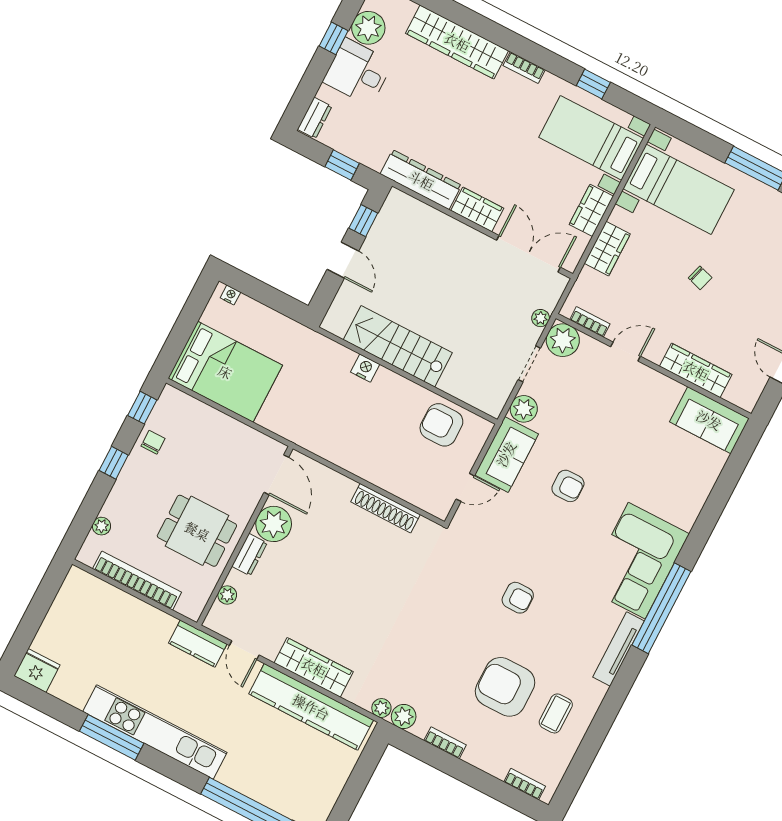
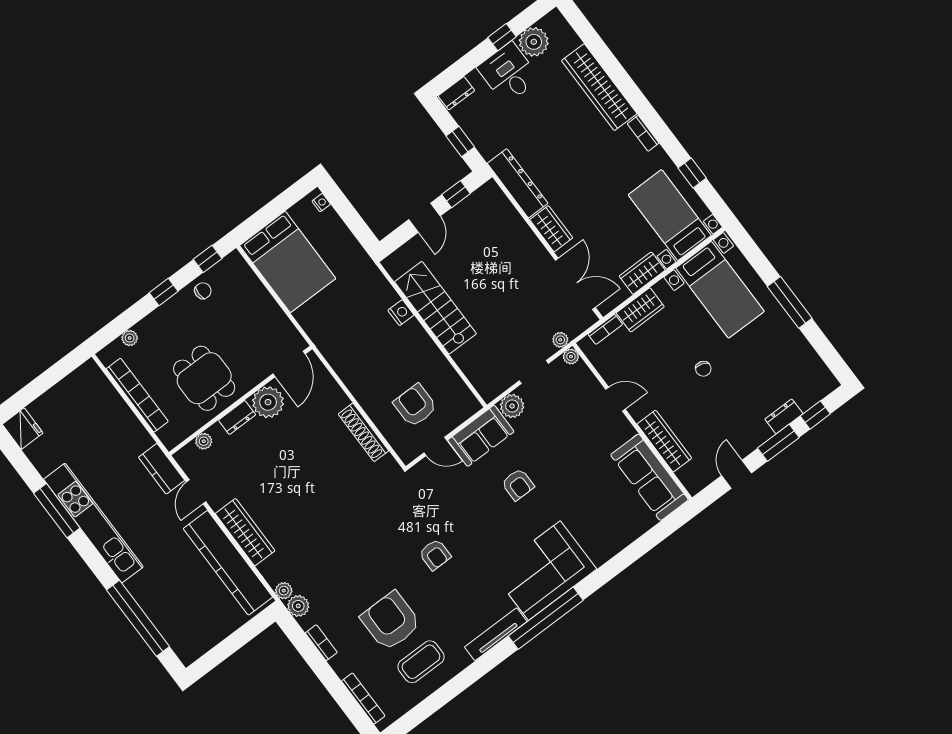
bookcase: (590, 322) -> (605, 329), moved, turned 90
plant: (563, 340) -> (571, 356), width x0.53, depth x0.53
sofa: (709, 420) -> (649, 477), width x1.36
armchair: (441, 425) -> (415, 405), moved
coffee table: (556, 713) -> (421, 662), width x1.36, depth x1.30
bookcase: (525, 784) -> (363, 699), width x1.56

